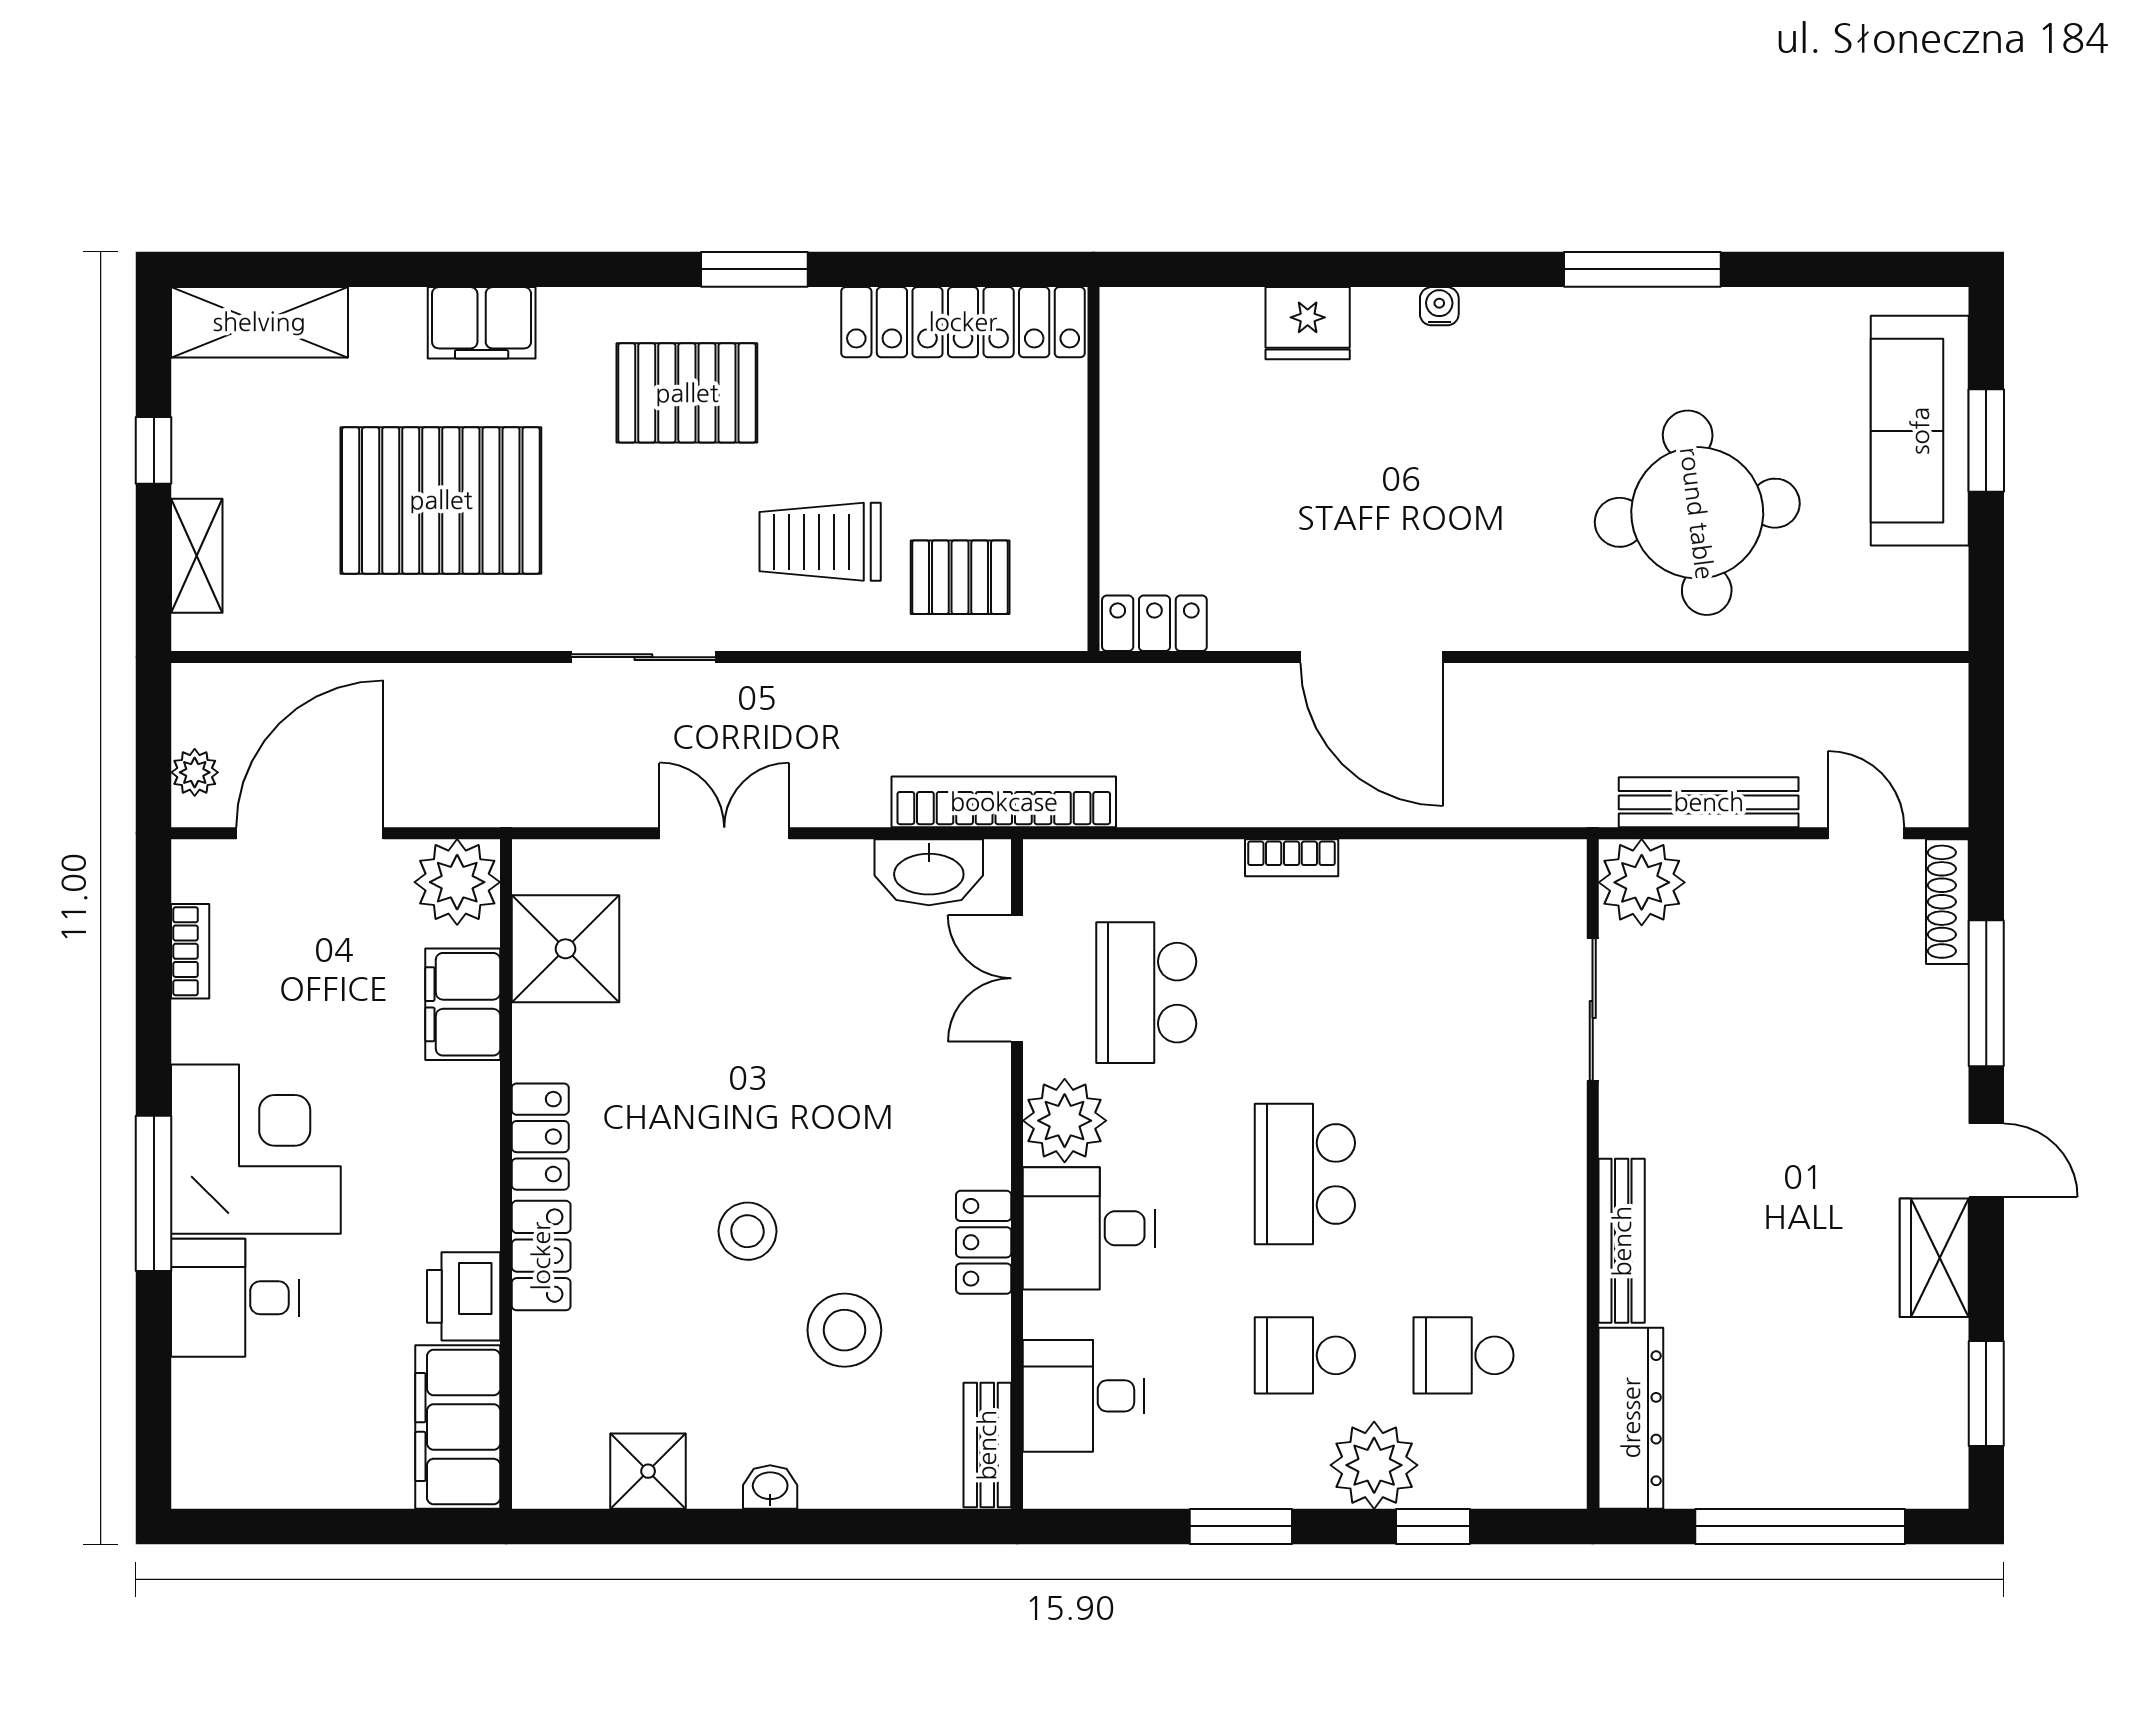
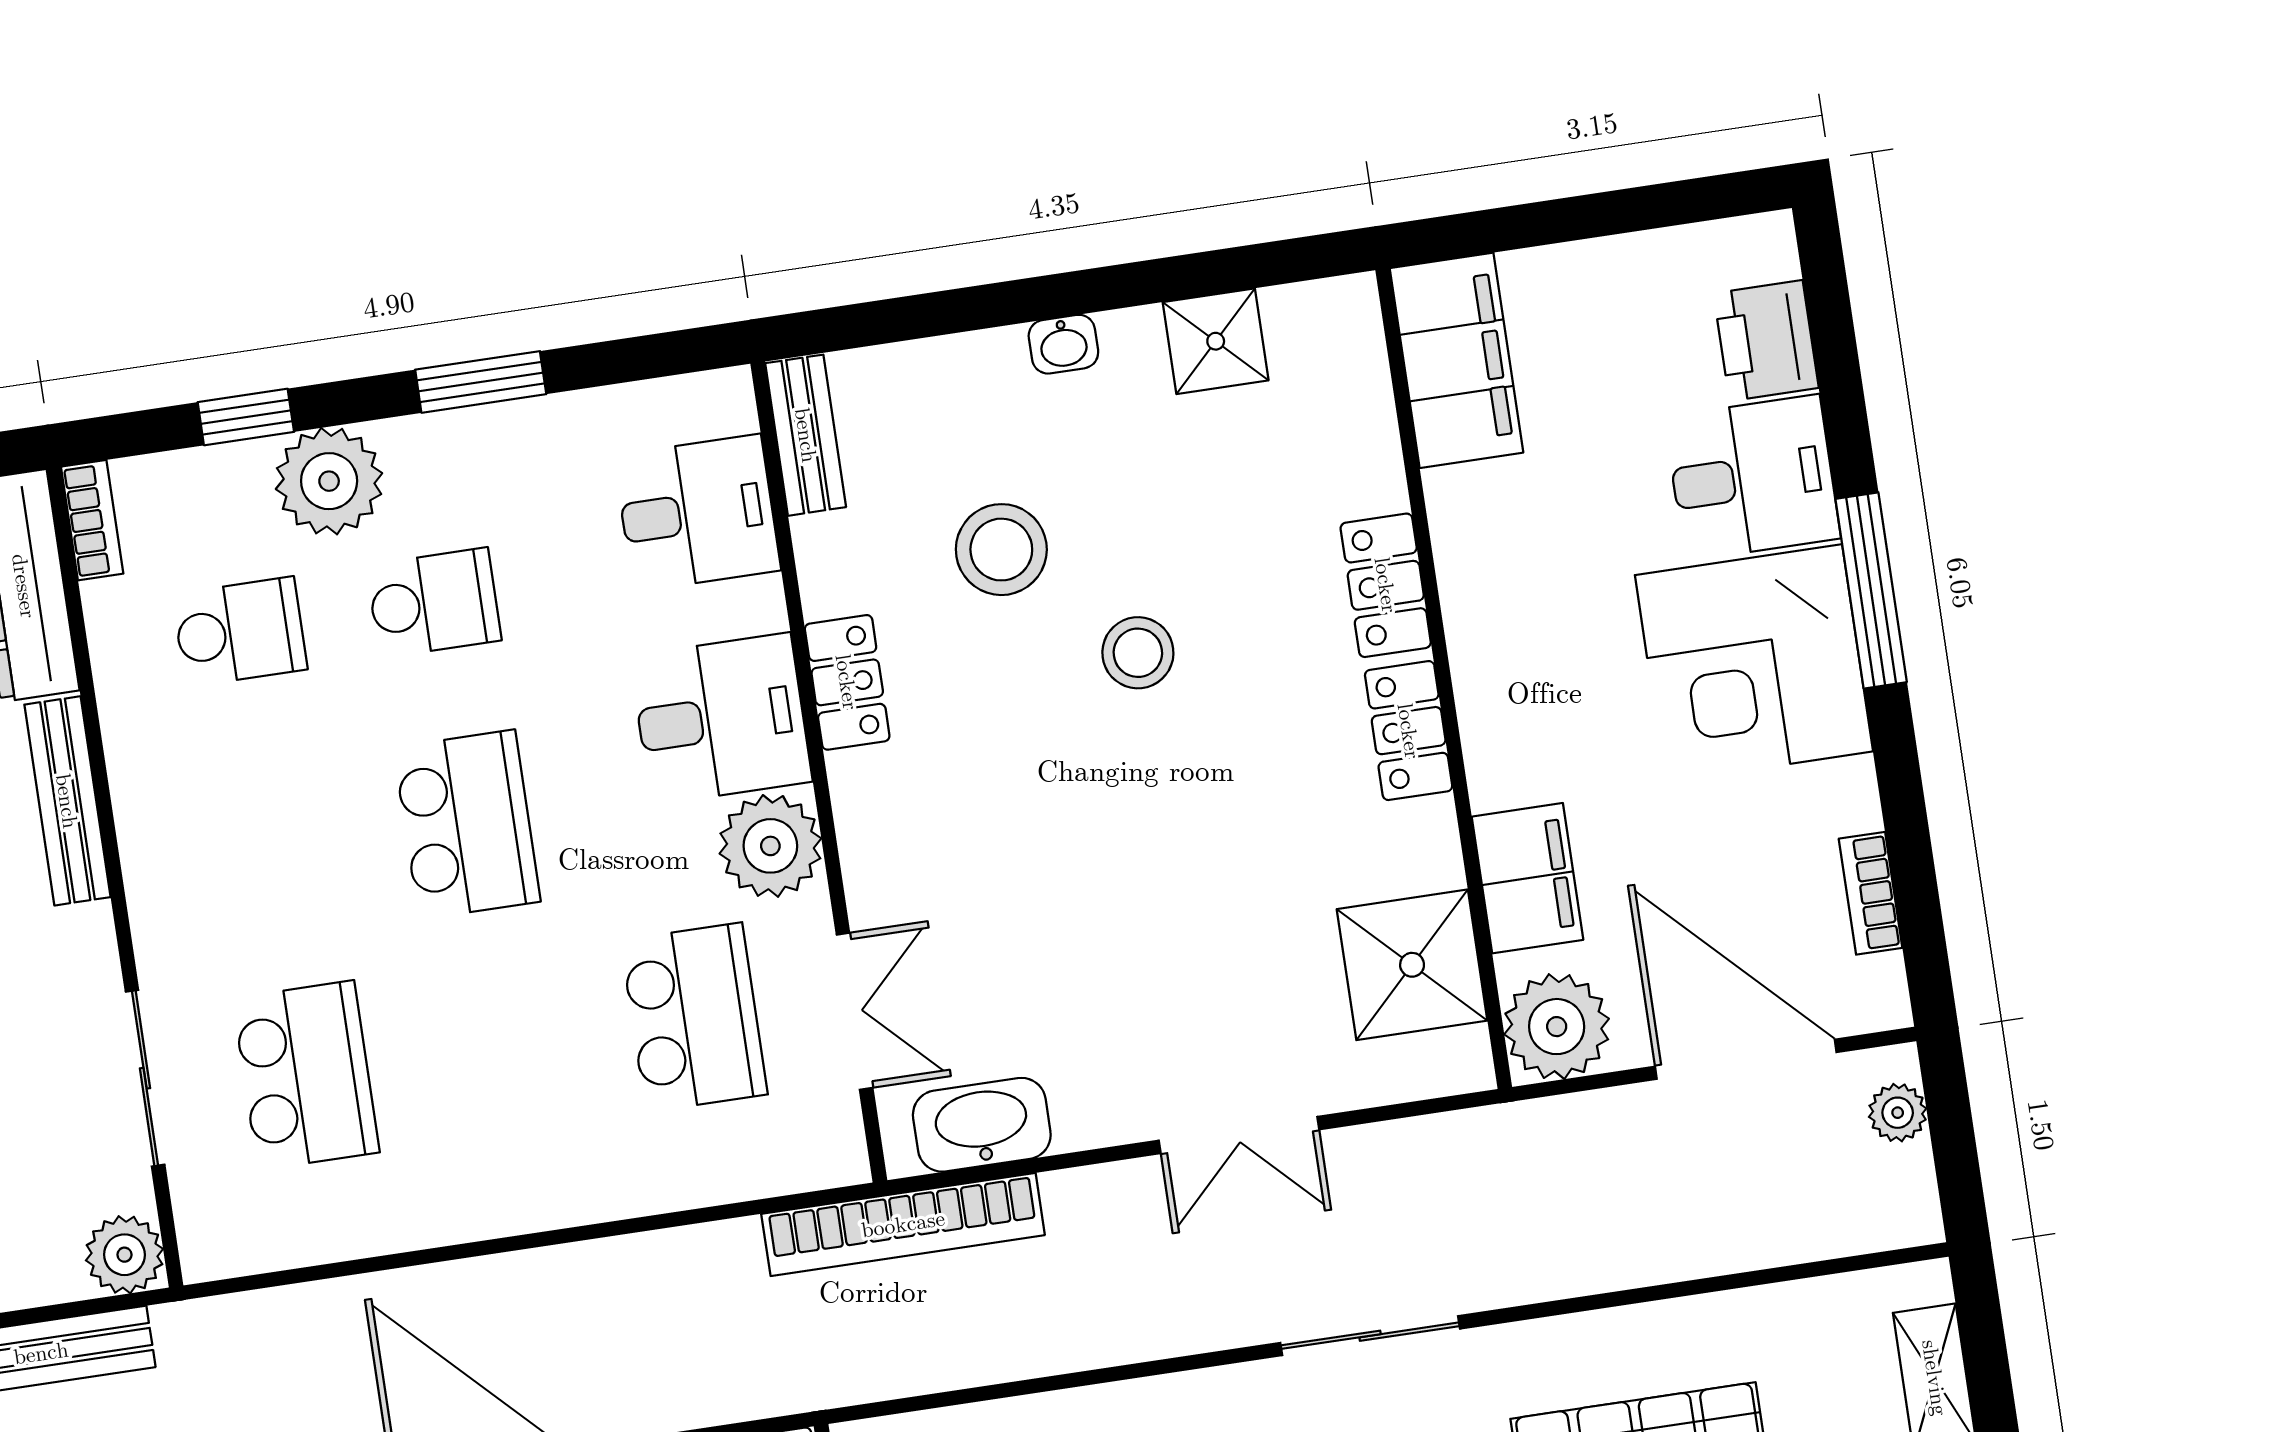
door: (310, 833) -> (1746, 1059), swing flipped
bookcase: (1292, 858) -> (92, 520), moved, turned 90
plant: (1642, 882) -> (125, 1255), width x0.73, depth x0.73
school desk: (1464, 993) -> (306, 1075), added
printer: (464, 1296) -> (1766, 341), moved, turned 180

